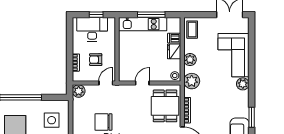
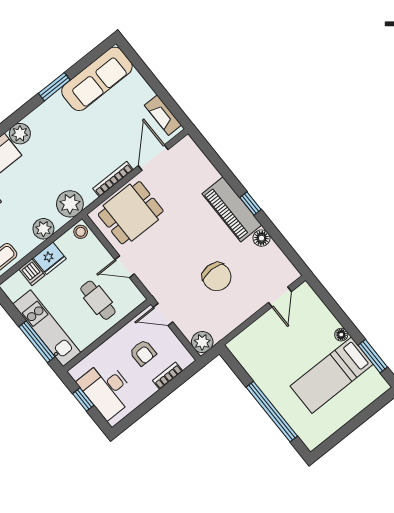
window: (151, 15) -> (37, 342), moved
cafe table: (137, 58) -> (98, 300), added
side table: (52, 120) -> (269, 347), removed

